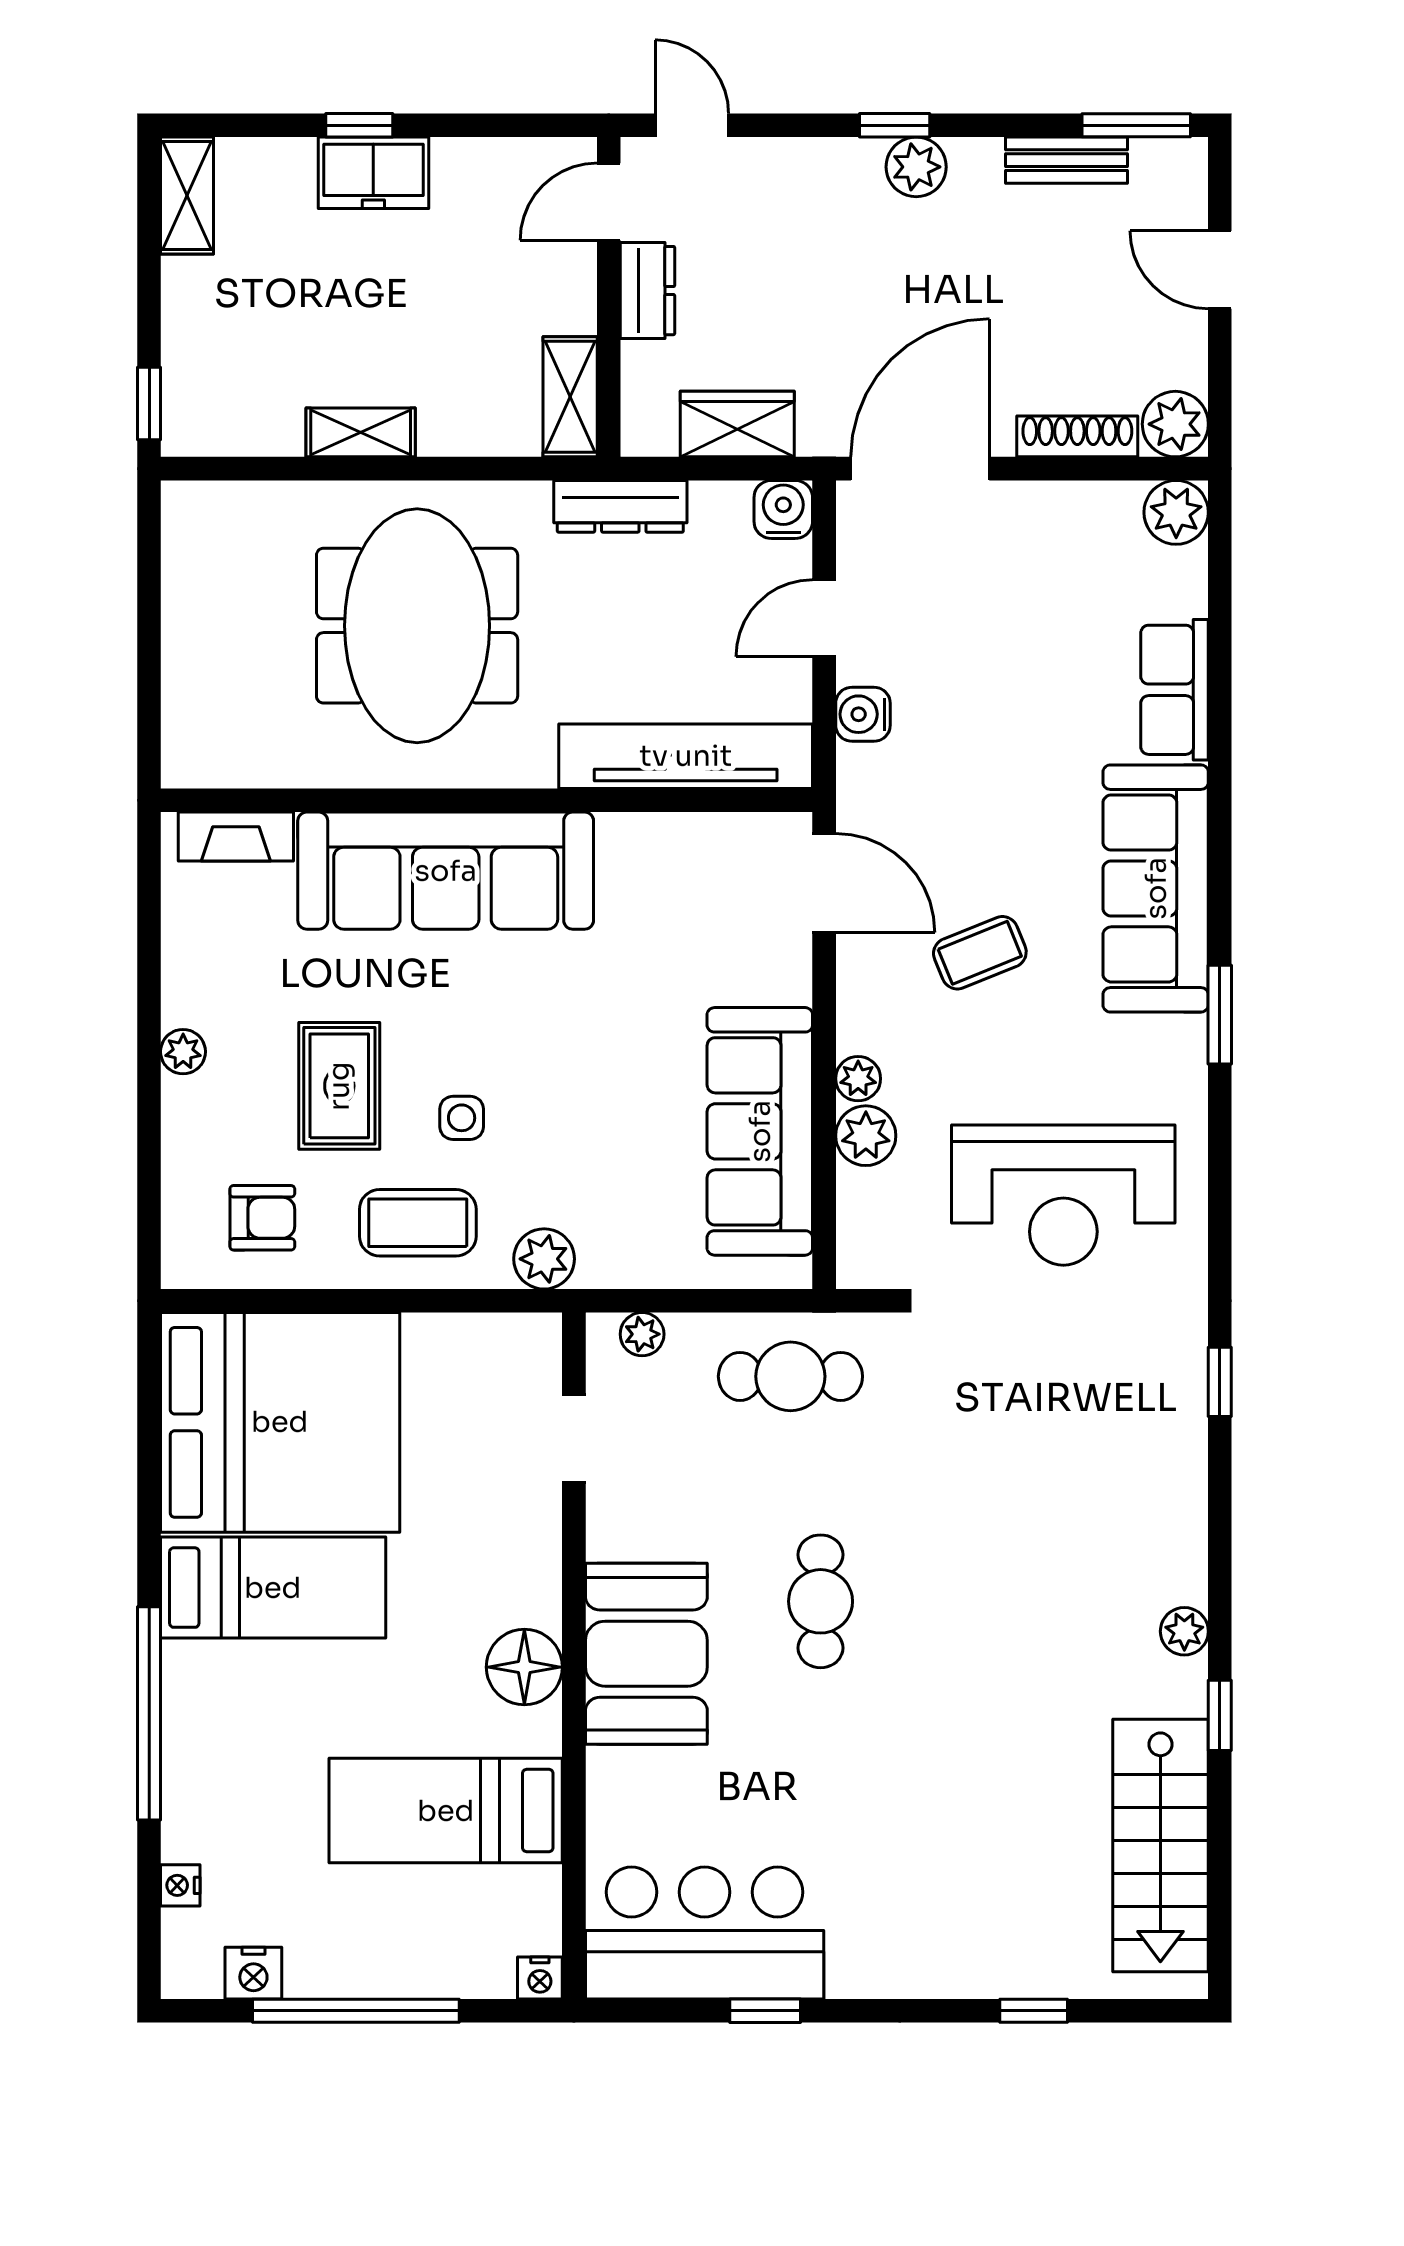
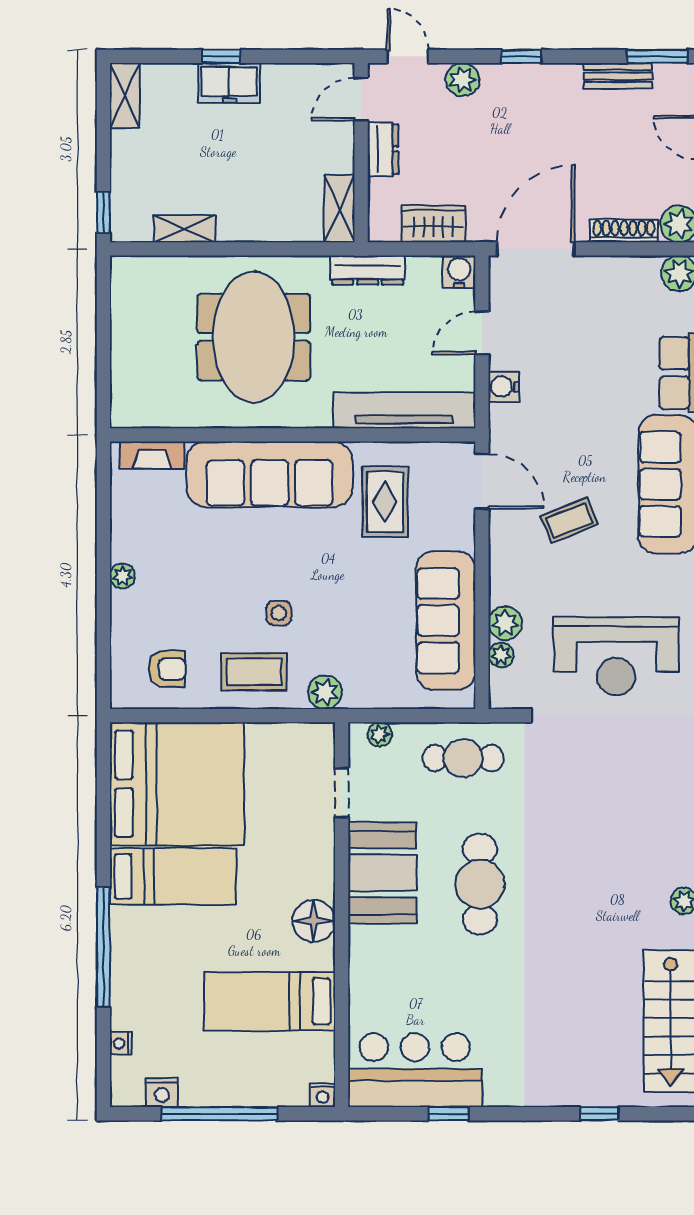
plant: (916, 167) -> (462, 80), moved
shelving: (361, 432) -> (184, 229), moved
plant: (858, 1079) -> (501, 655), moved
rug: (339, 1086) -> (385, 502), moved
cafe table: (821, 1601) -> (480, 884), width x1.37, depth x1.35
booth: (646, 1654) -> (382, 873), moved

